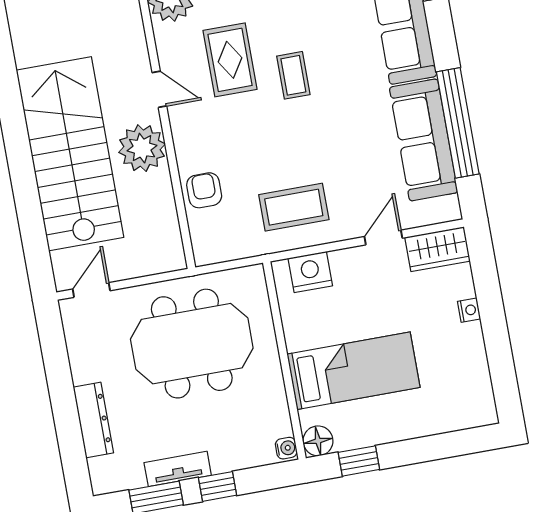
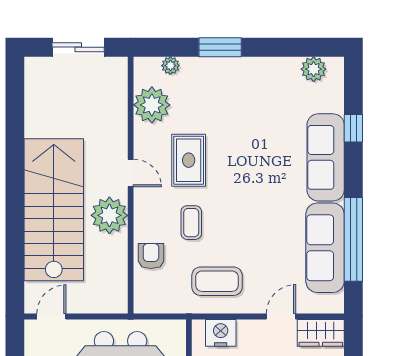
coffee table: (293, 75) -> (191, 223), moved

